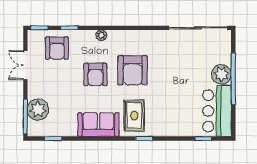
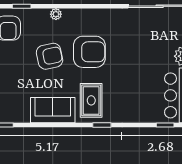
armchair: (133, 70) -> (89, 52), turned -90
armchair: (95, 74) -> (50, 56), turned -102

